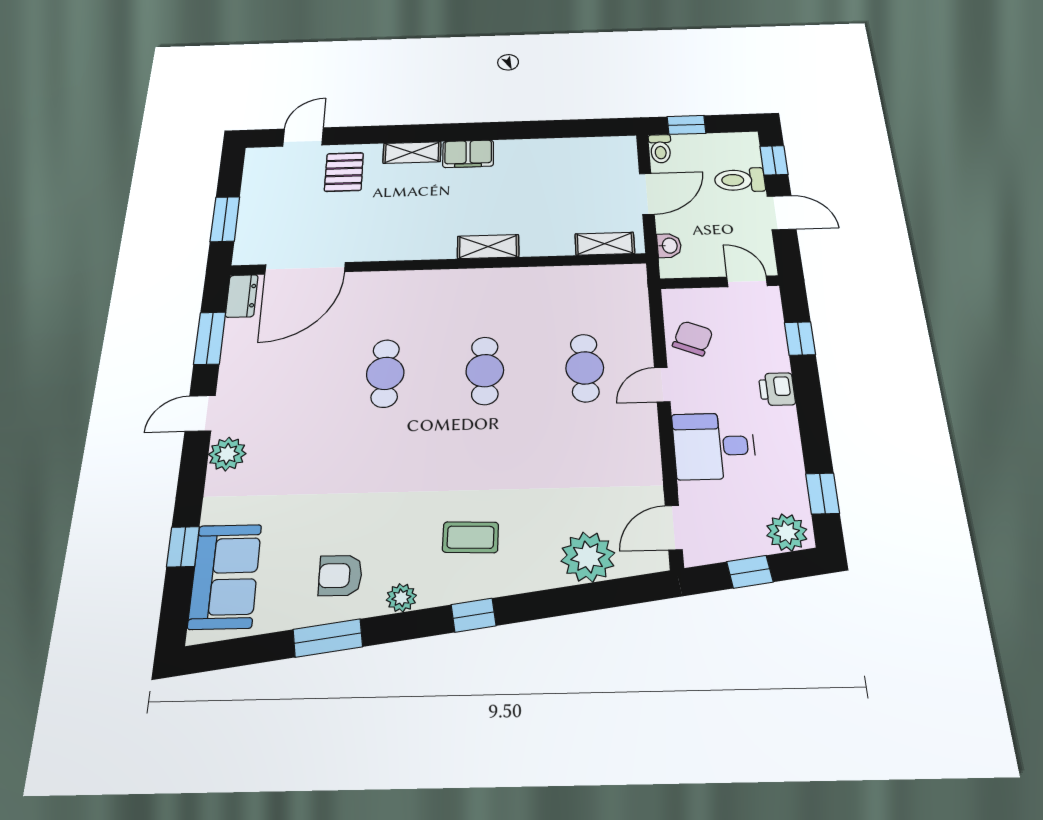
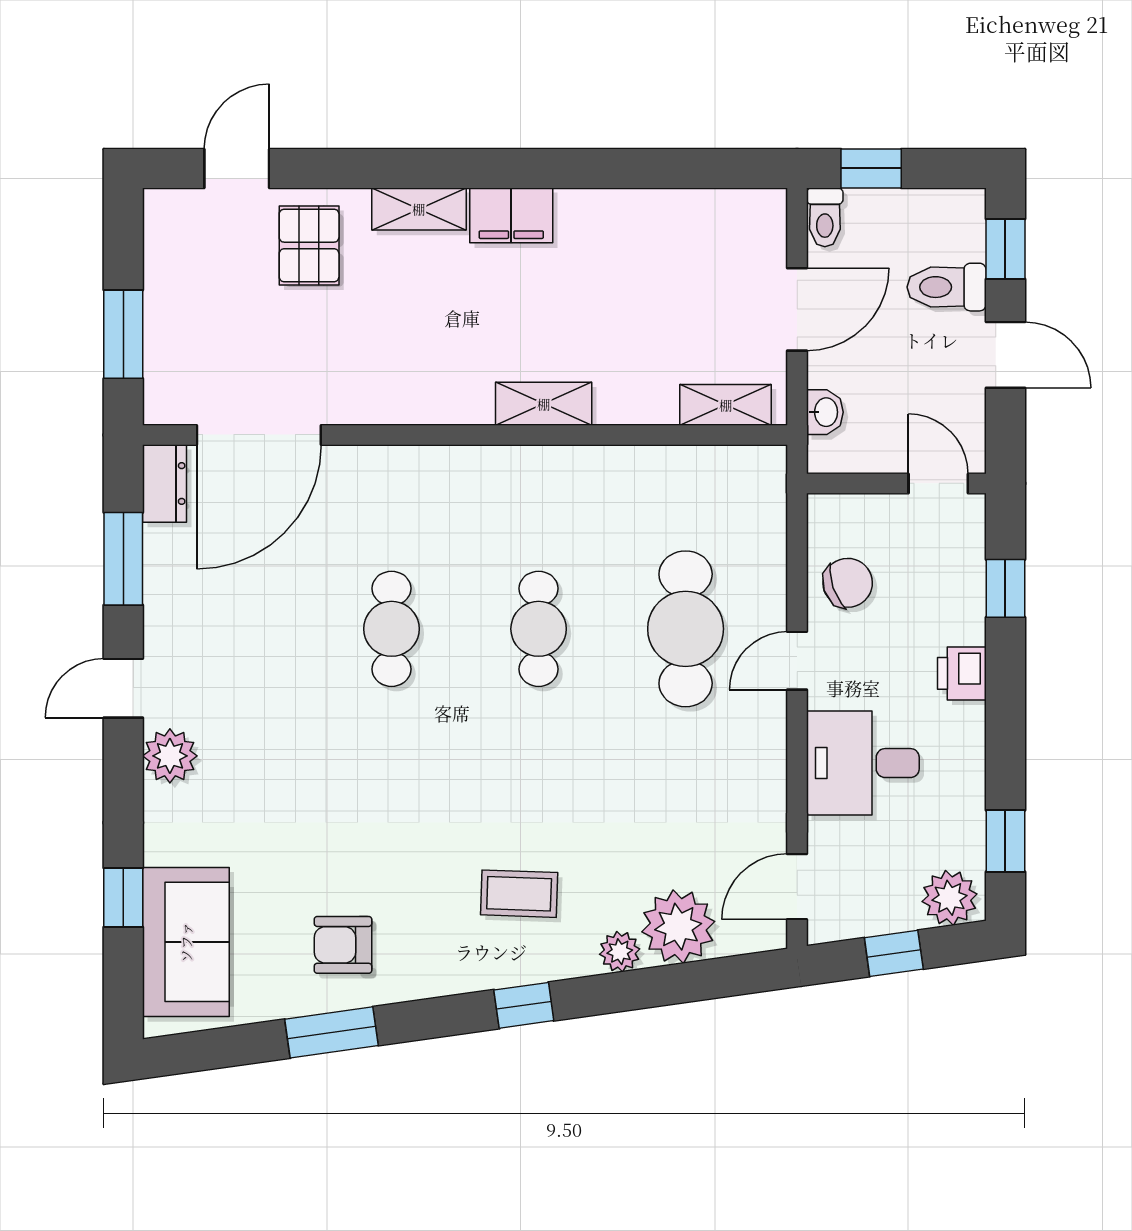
chair: (693, 338) -> (848, 583), turned 48
cafe table: (585, 368) -> (686, 629), width x1.37, depth x1.35
plant: (401, 598) -> (620, 952), moved

